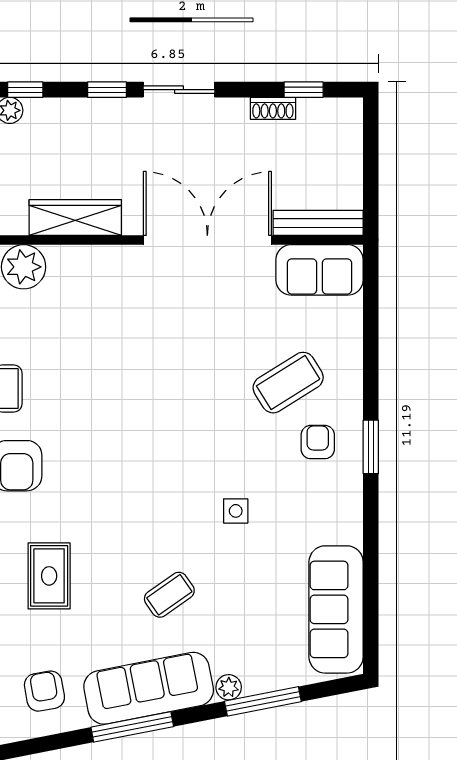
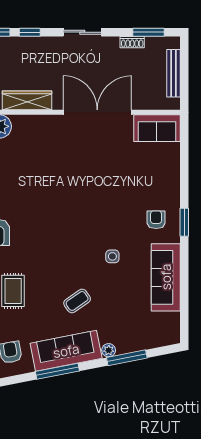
window: (107, 90) -> (30, 32), moved
window: (304, 90) -> (148, 32), width x1.50
bench: (318, 223) -> (173, 73), moved, turned 90
coffee table: (288, 383) -> (140, 188), removed
sofa: (336, 609) -> (166, 277), moved

